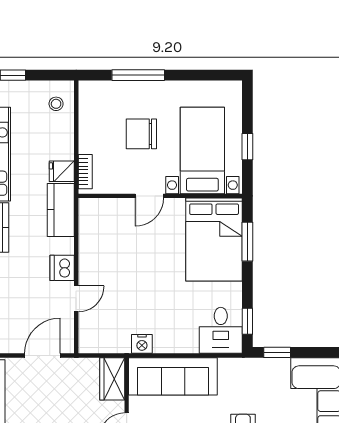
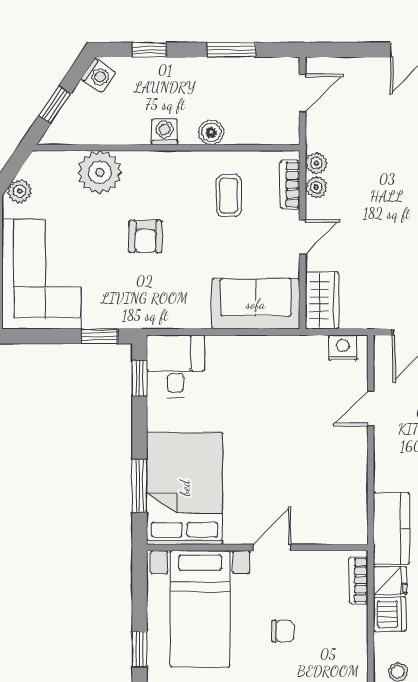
chair: (141, 134) -> (283, 631), width x0.54, depth x0.54
window: (247, 147) -> (139, 649), moved
dishwasher: (62, 268) -> (390, 614), moved
nightstand: (142, 344) -> (343, 348), moved
sofa: (173, 376) -> (256, 304), width x0.73

